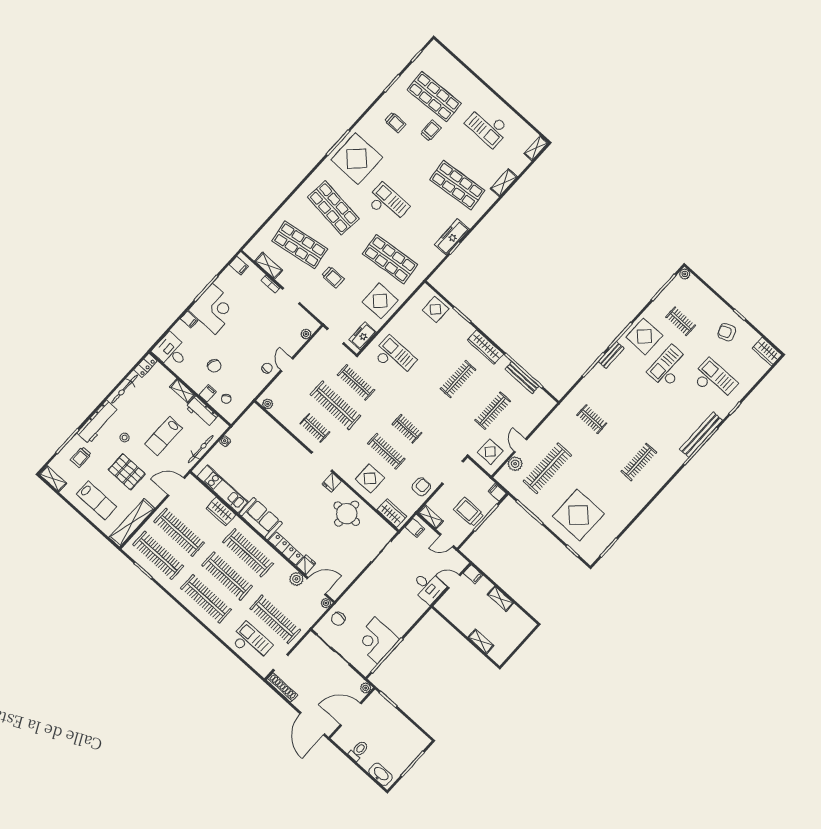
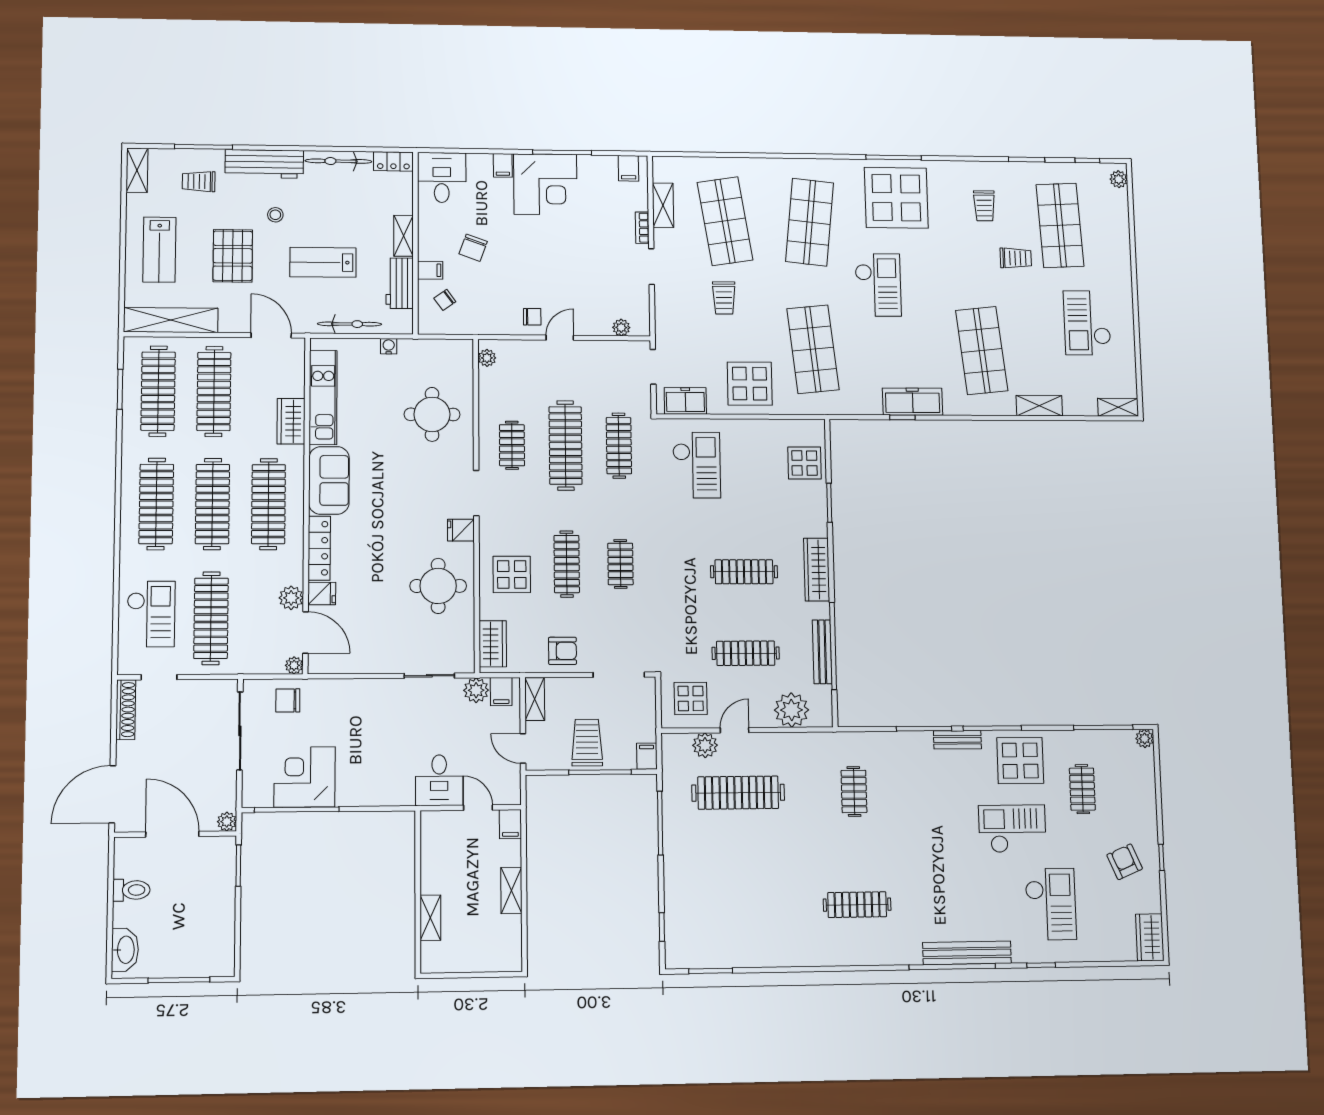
plant: (438, 50) -> (1119, 179), added
plant: (534, 414) -> (792, 710), added
round table: (271, 450) -> (432, 414), added
display table: (578, 515) -> (716, 890), removed
plant: (405, 538) -> (476, 690), added

